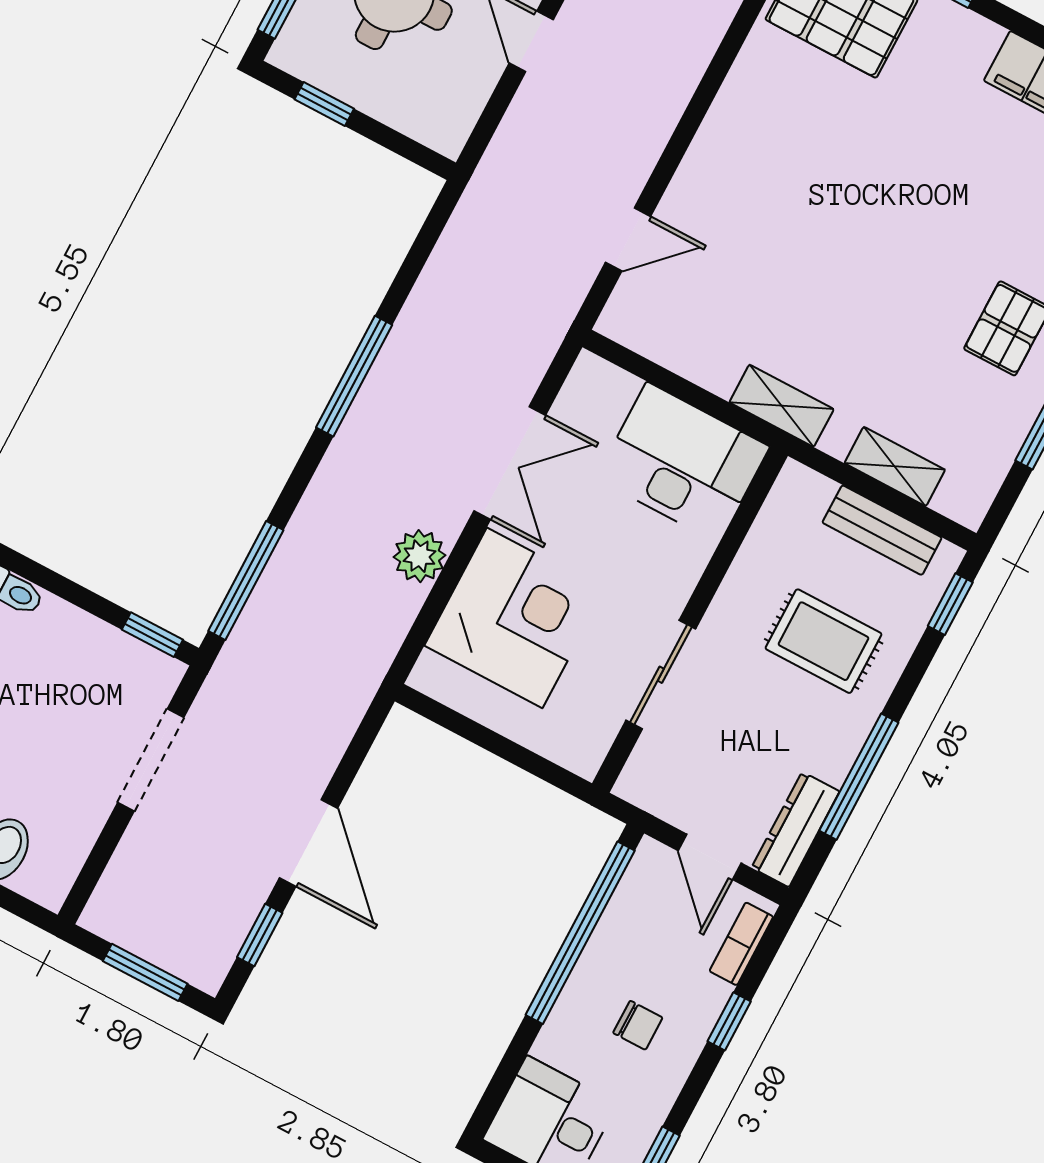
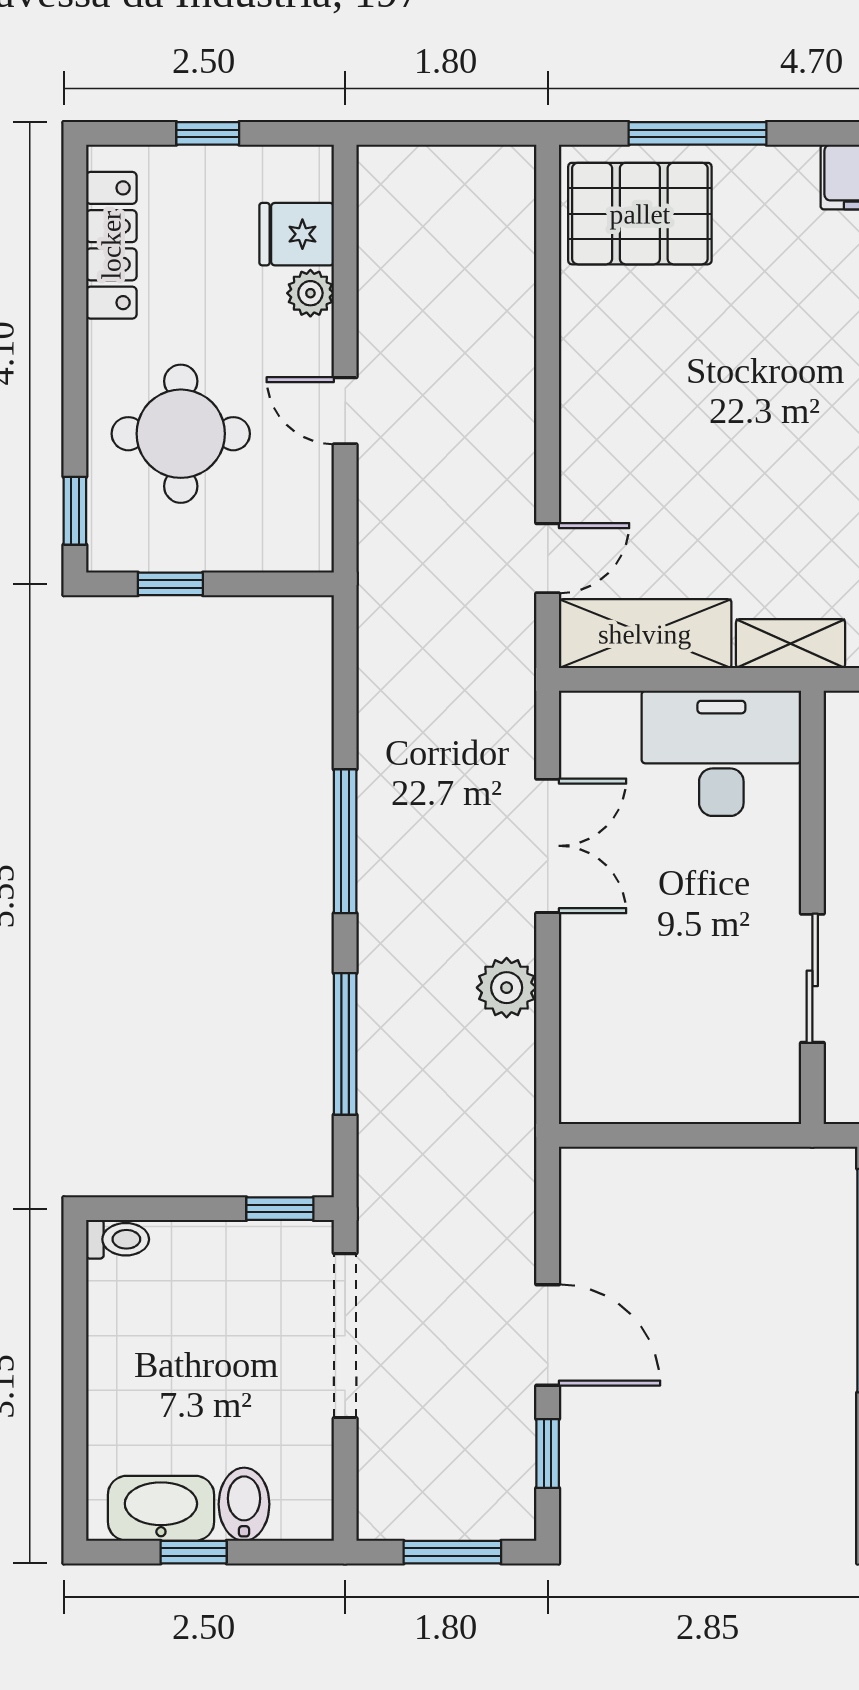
shelving: (673, 338) -> (645, 634), added
window: (246, 581) -> (345, 1044), moved
corner desk: (515, 618) -> (635, 999), removed
doorway: (151, 760) -> (345, 1336), width x1.36

